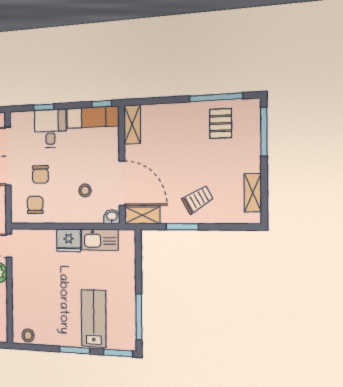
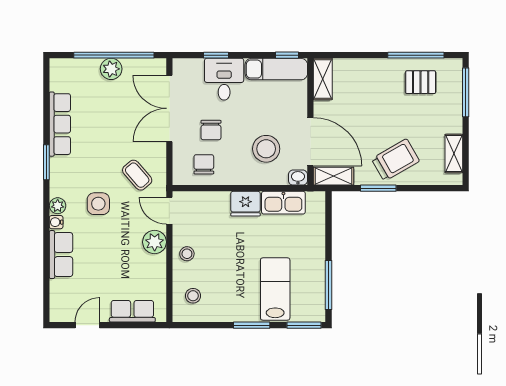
pallet: (221, 123) -> (421, 82), turned 90
stool: (85, 190) -> (266, 149), width x1.89, depth x1.89
trolley: (198, 200) -> (395, 160), width x1.36, depth x1.39
stool: (23, 284) -> (187, 254), added
stool: (28, 335) -> (193, 296), moved

